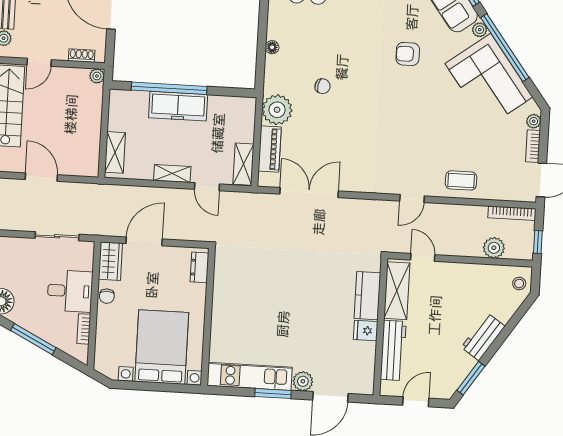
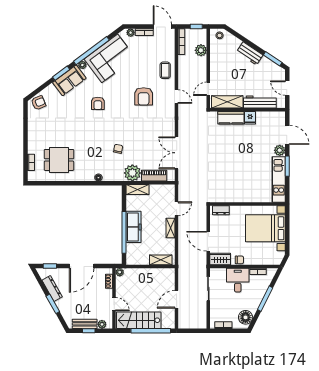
armchair: (416, 138) -> (144, 96), added
shelving: (243, 164) -> (138, 190), moved

